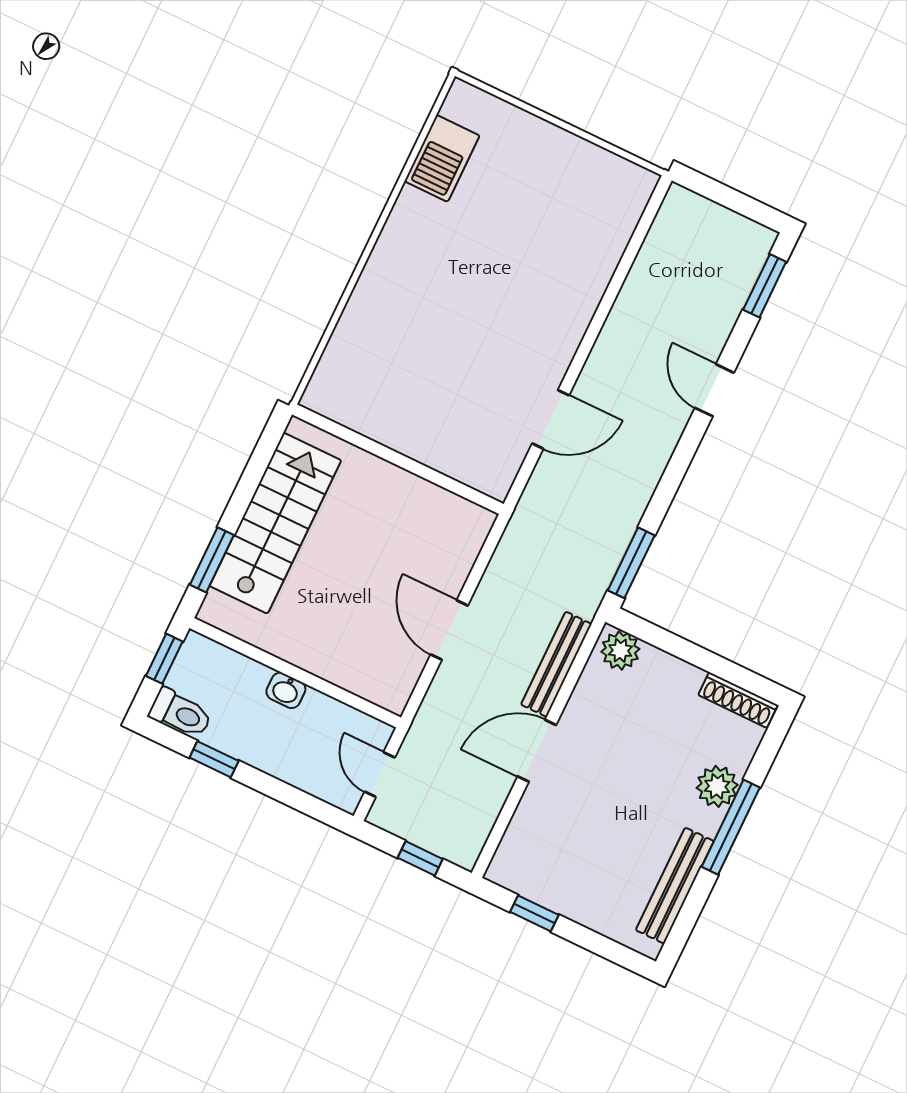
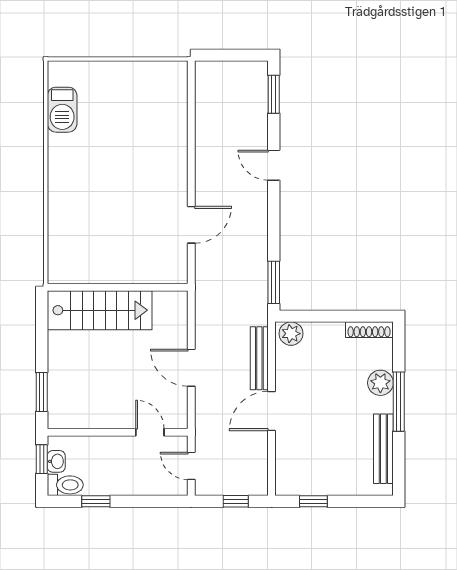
stairs: (275, 523) -> (100, 310), moved, turned 90
washbasin: (286, 690) -> (56, 461), moved, turned -90
door: (343, 696) -> (150, 432), added

